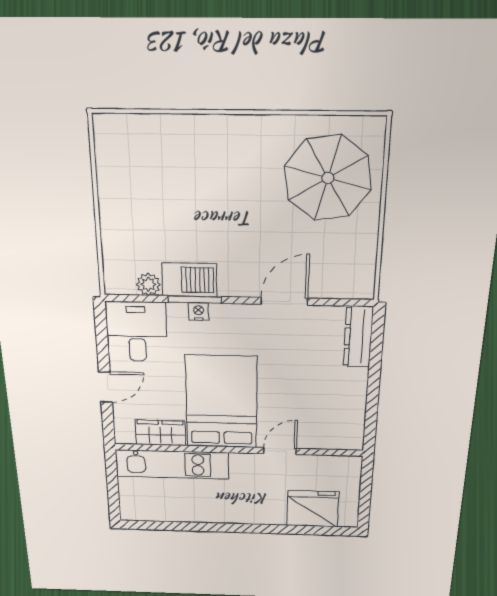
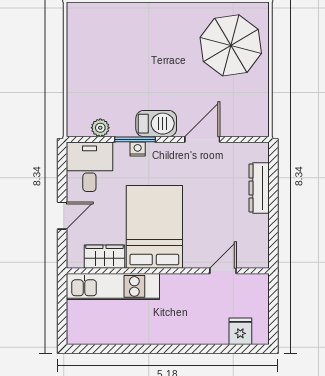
barbecue: (189, 280) -> (156, 124), moved
dresser: (358, 337) -> (259, 188), moved
door: (280, 451) -> (223, 271), moved
fridge: (313, 509) -> (240, 331), width x0.53, depth x0.75

